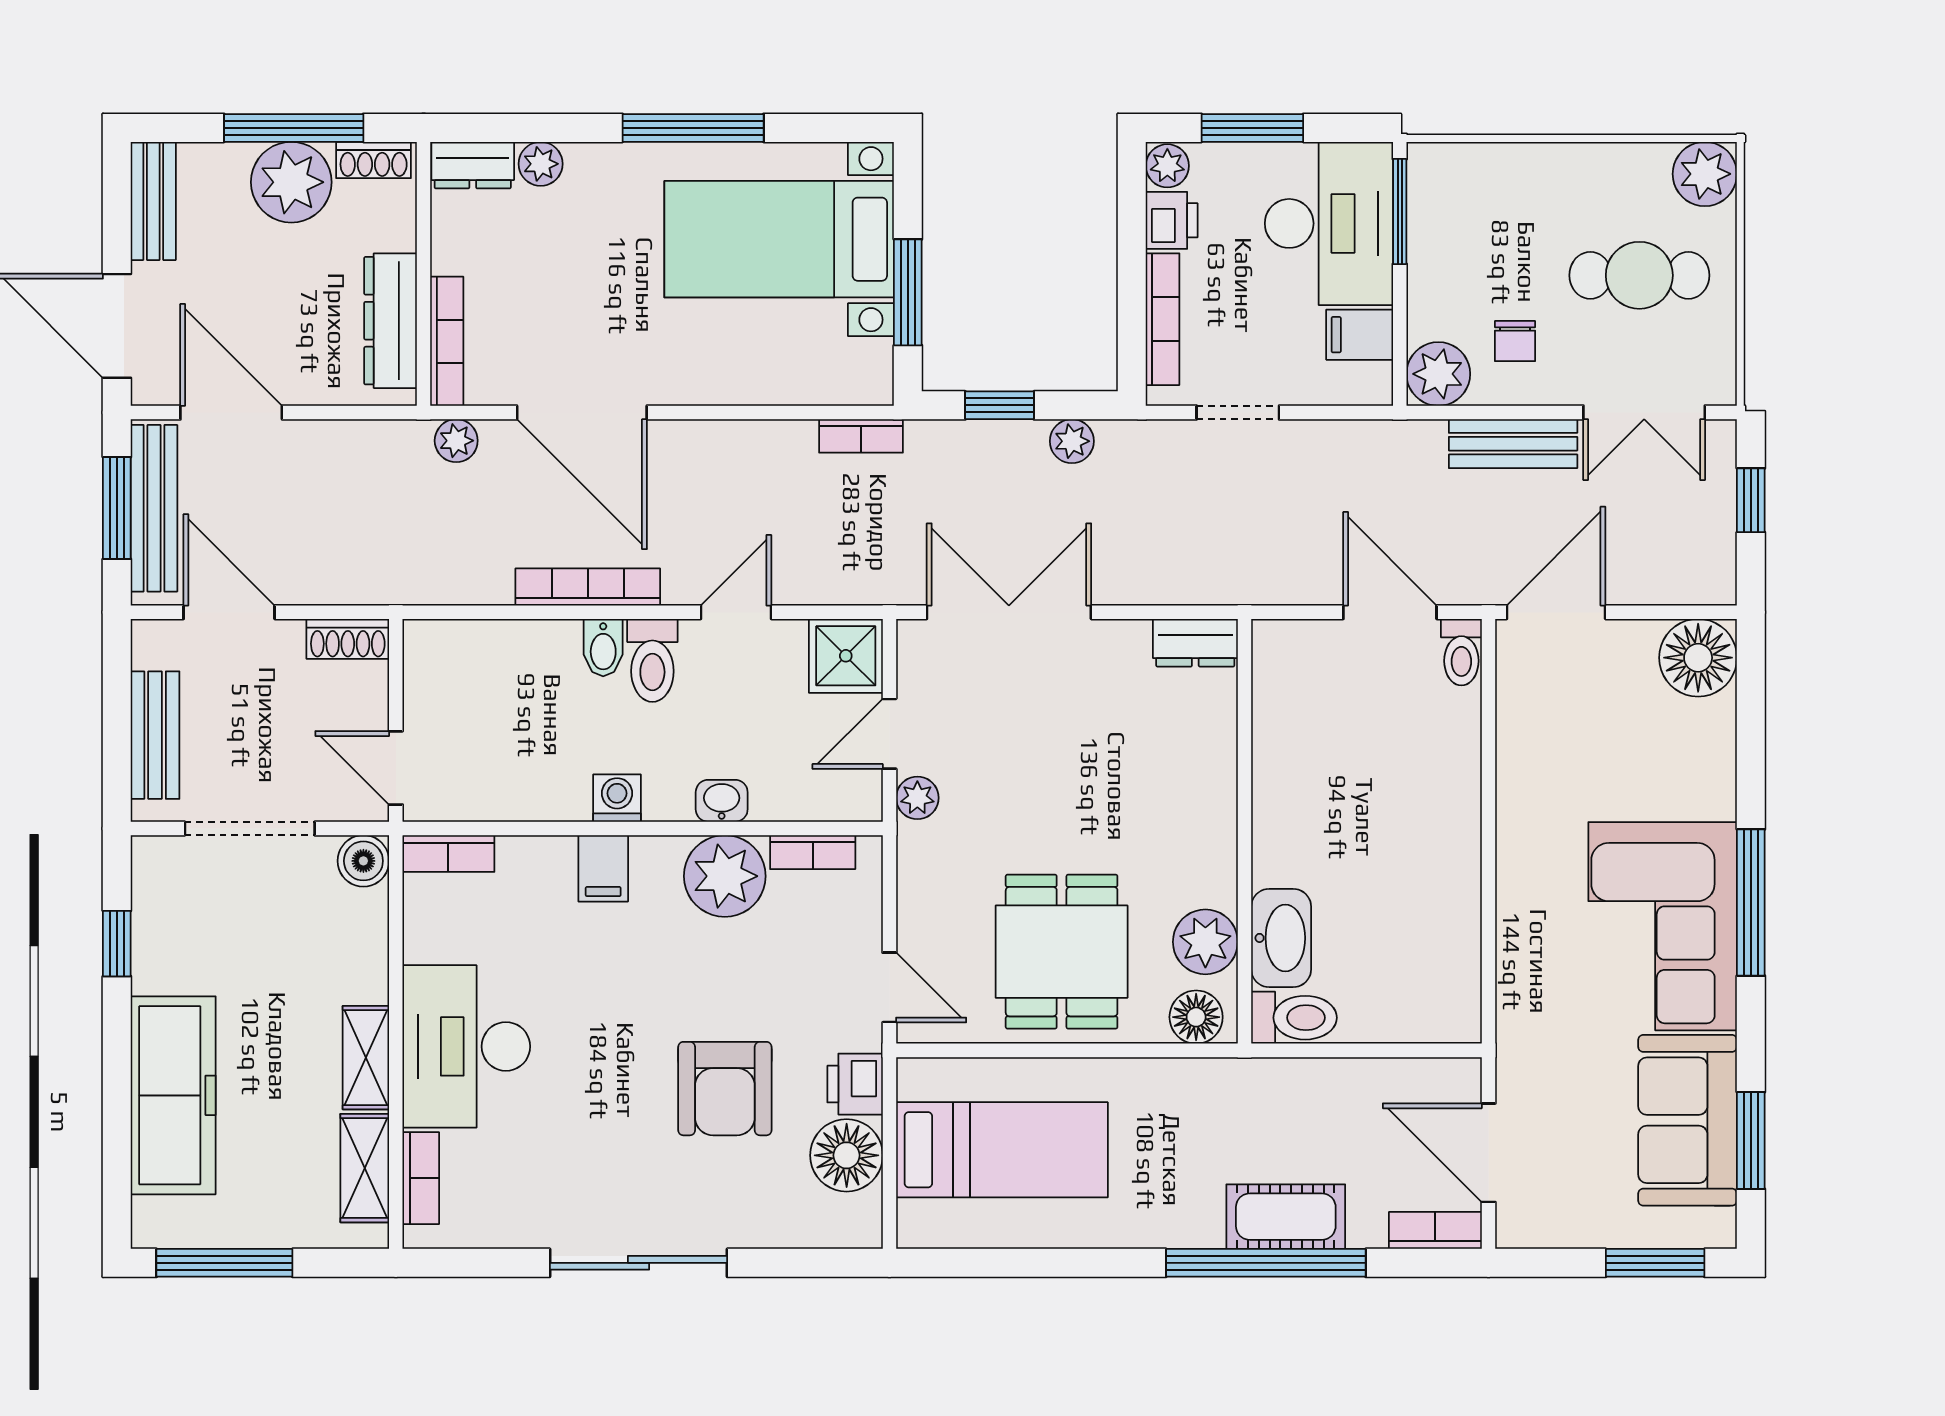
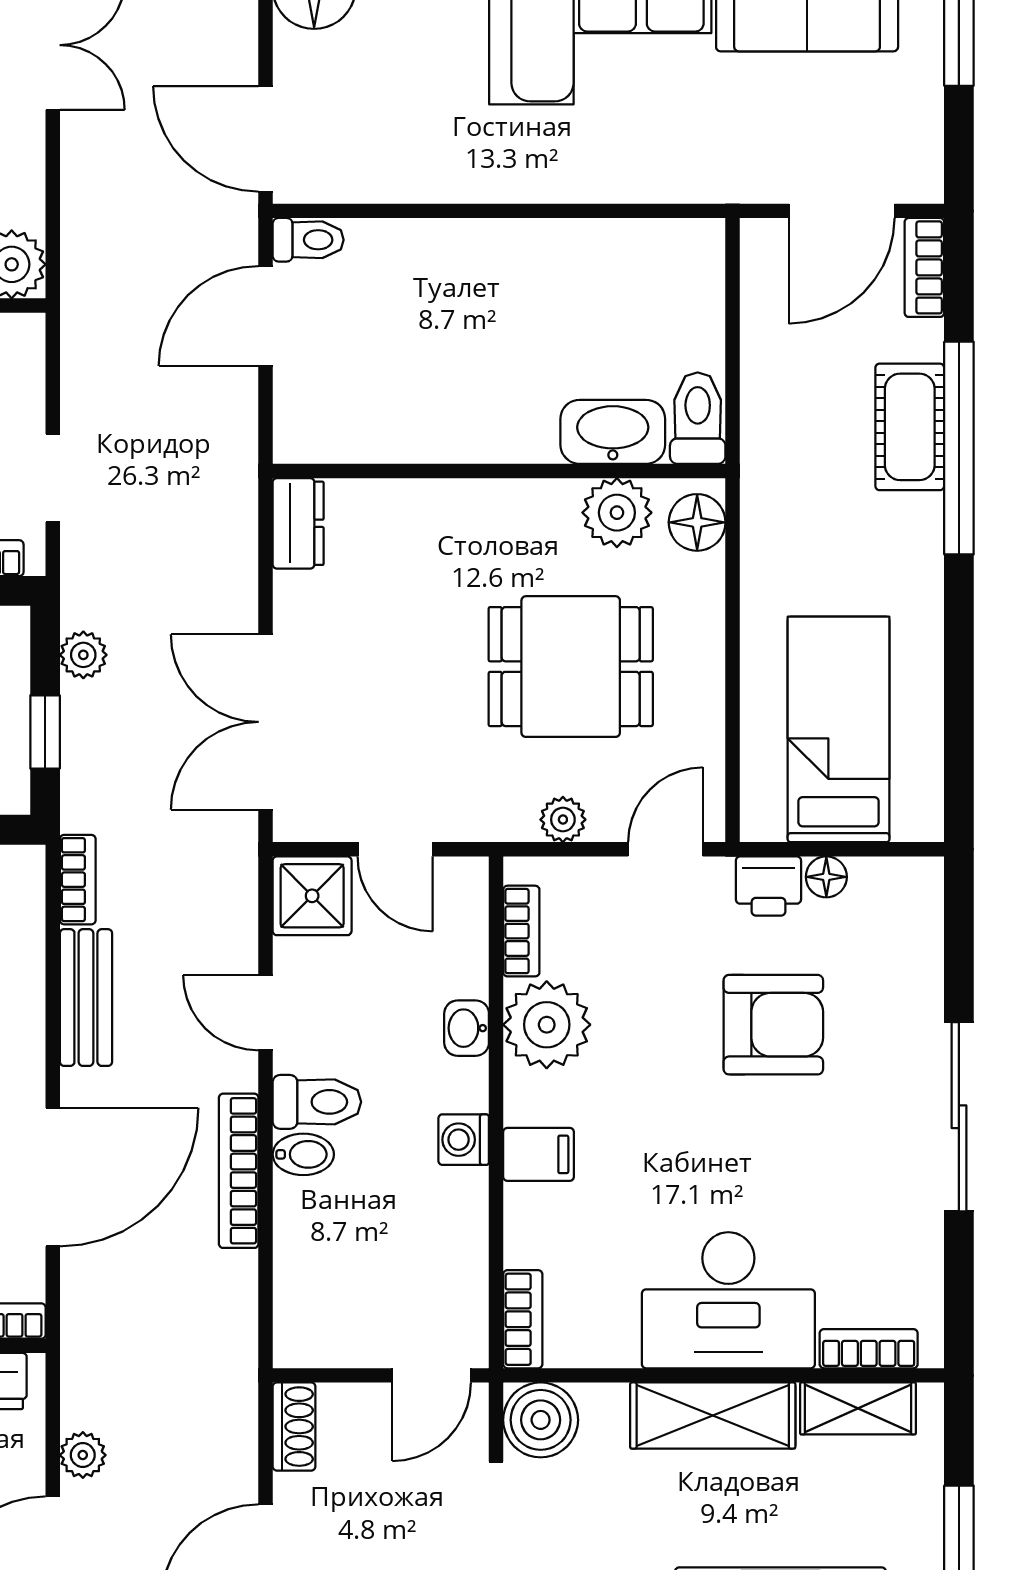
plant: (456, 441) -> (83, 1455), moved
bench: (1513, 444) -> (86, 998), moved
plant: (917, 798) -> (563, 820), moved
boiler: (363, 861) -> (541, 1420), width x1.36, depth x1.36
dining table: (1062, 952) -> (571, 667), moved
shelving: (366, 1058) -> (713, 1416), width x1.50, depth x1.33
floor lamp: (847, 1155) -> (826, 877), width x0.53, depth x0.53

